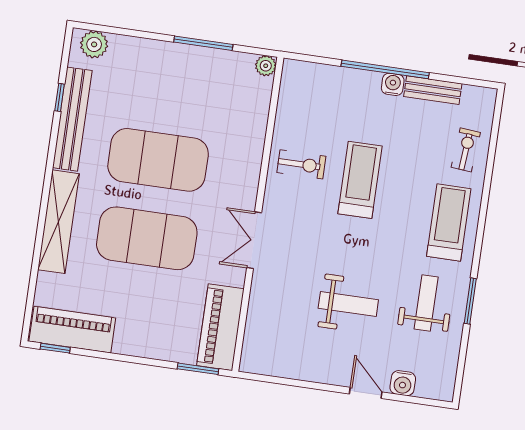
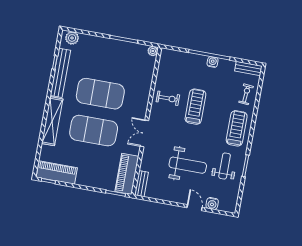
bench: (433, 90) -> (248, 68), moved
weight bench: (348, 304) -> (188, 165), width x1.36, depth x1.33
bench: (252, 347) -> (141, 184), added

